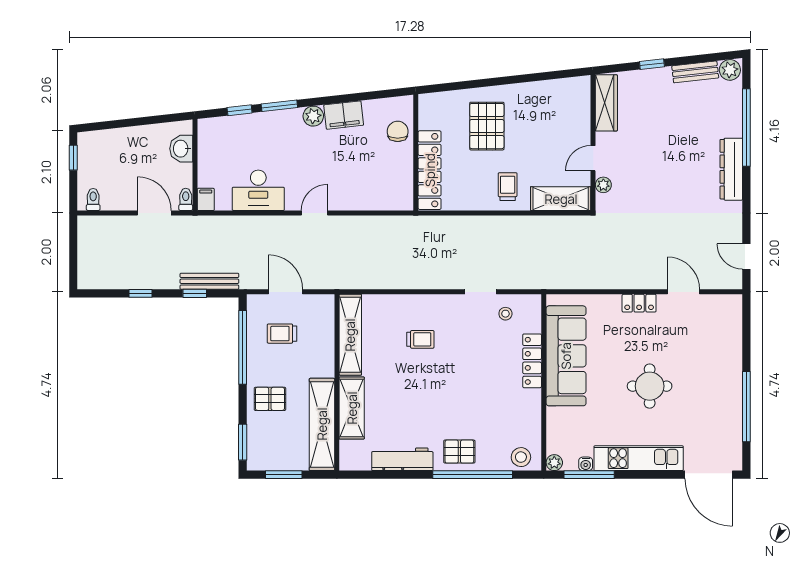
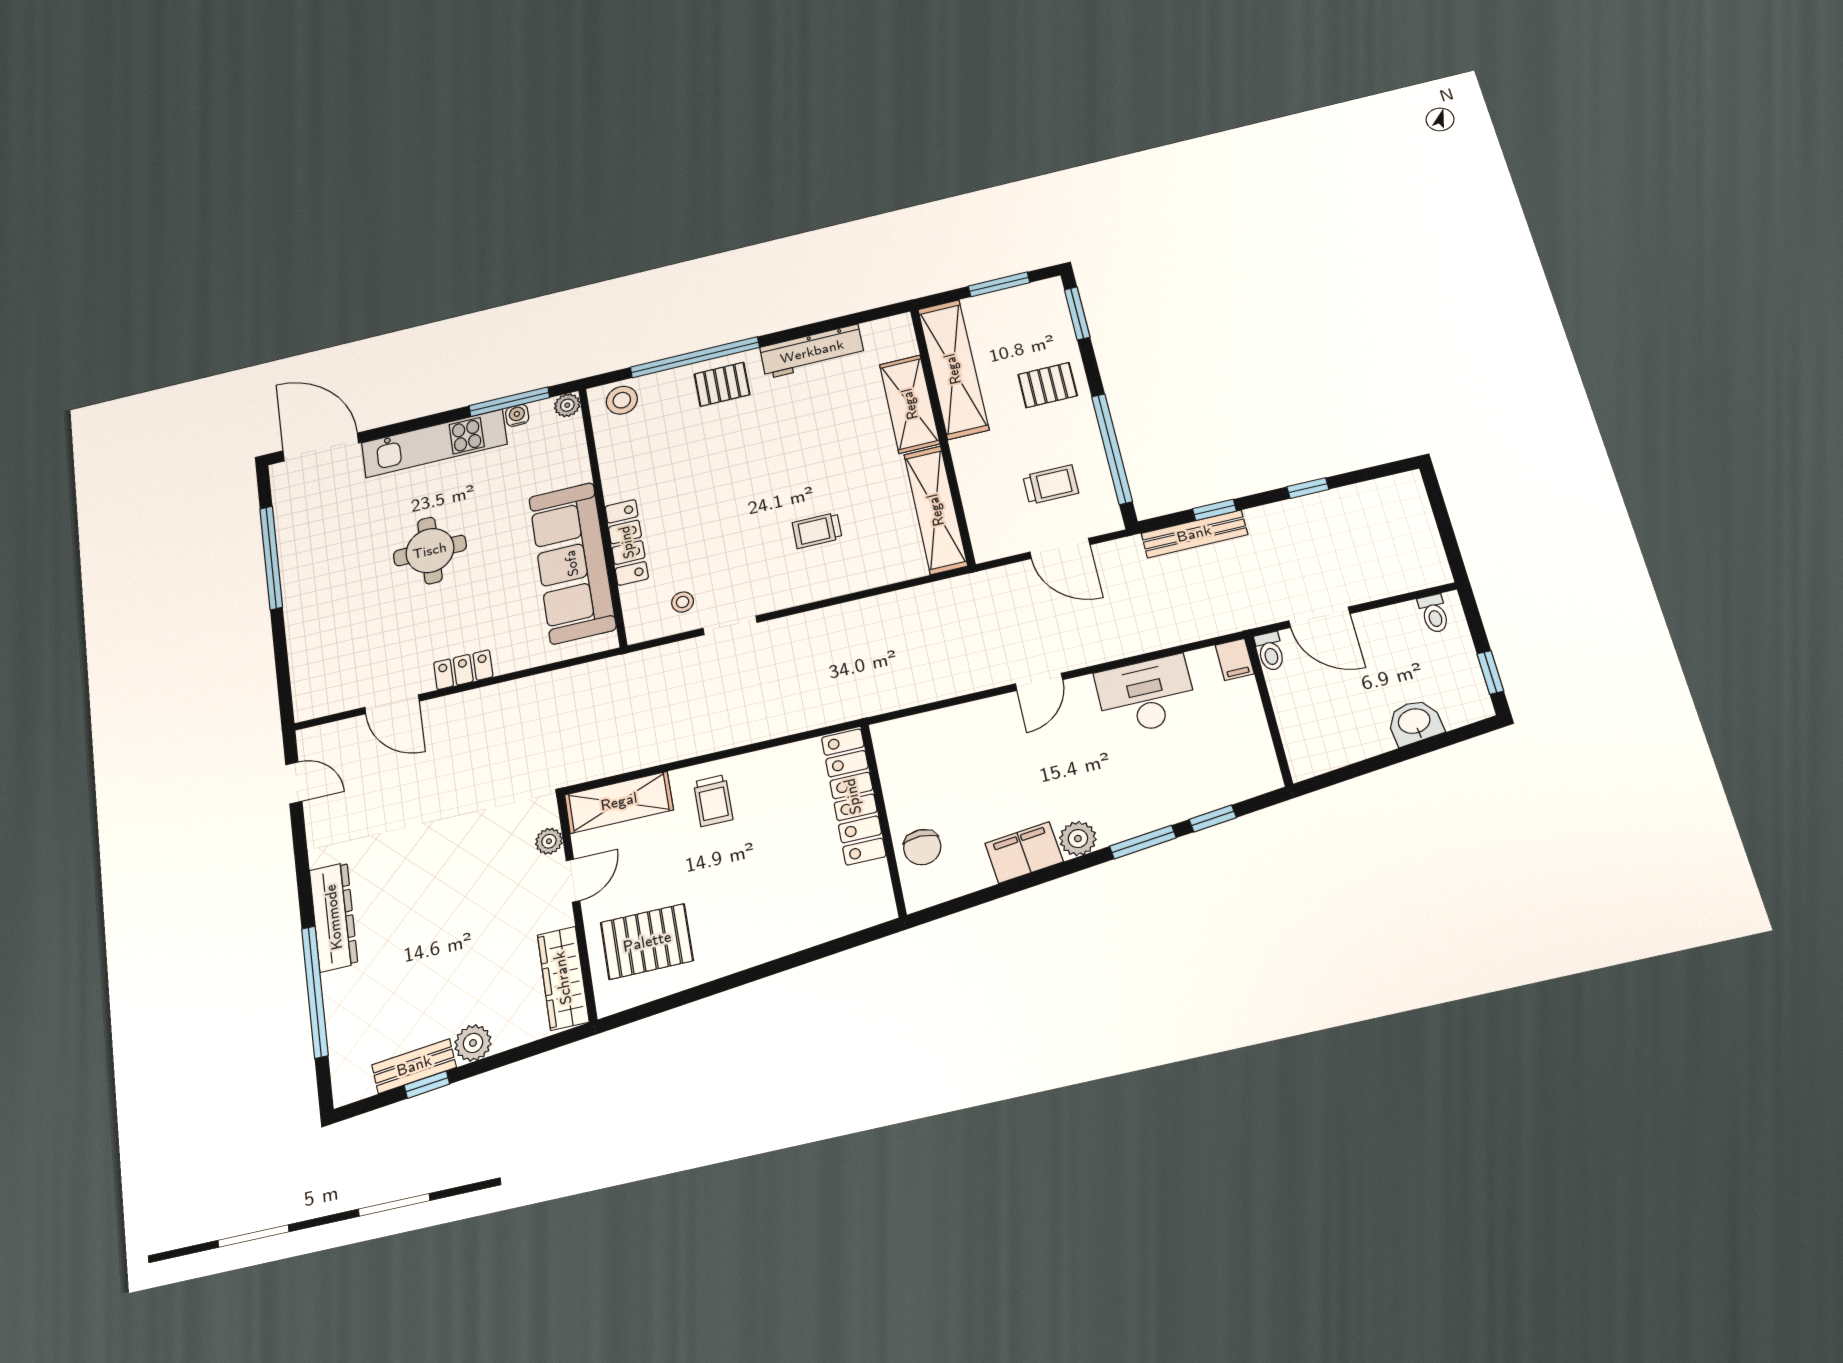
window: (652, 64) -> (427, 1085), moved
plant: (730, 70) -> (473, 1043), moved
pallet: (487, 126) -> (647, 942), moved, turned 90
washbasin: (181, 149) -> (1415, 722), moved, turned -96

